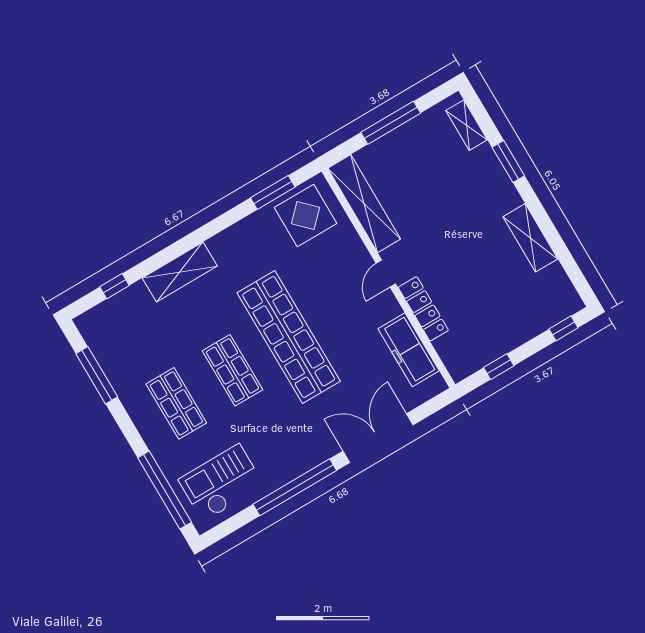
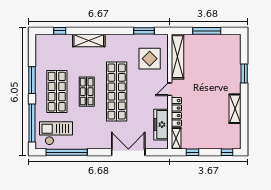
shelving: (467, 125) -> (176, 138), moved
display table: (306, 215) -> (150, 59), moved
window: (97, 375) -> (32, 80), moved
shop shelf: (176, 403) -> (57, 92), width x1.43, depth x1.36
window: (295, 487) -> (67, 152), moved

